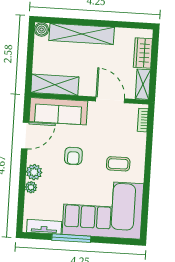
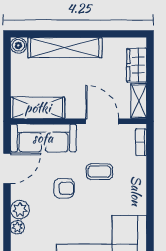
armchair: (73, 156) -> (64, 188), turned -90
coffee table: (118, 164) -> (99, 172), moved

